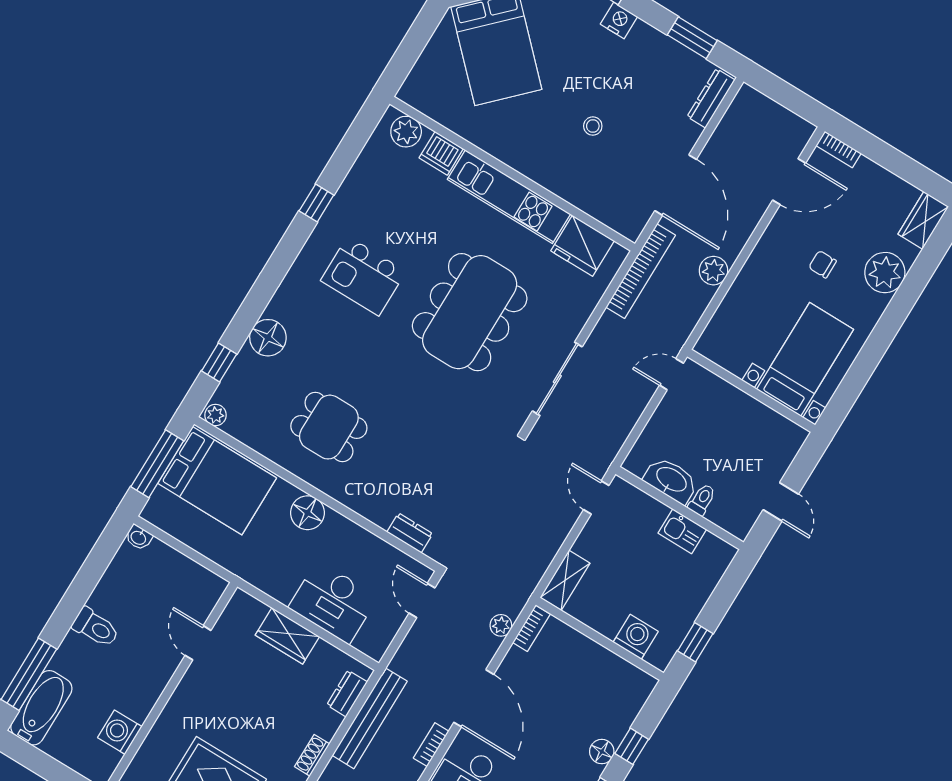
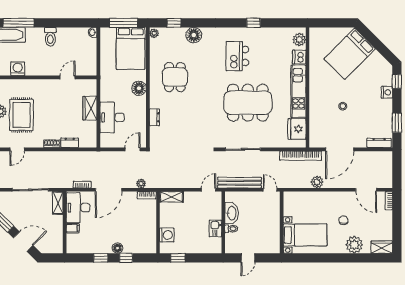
dresser: (410, 533) -> (154, 117), moved
dresser: (347, 693) -> (70, 143), moved
bench: (370, 718) -> (240, 183), moved

